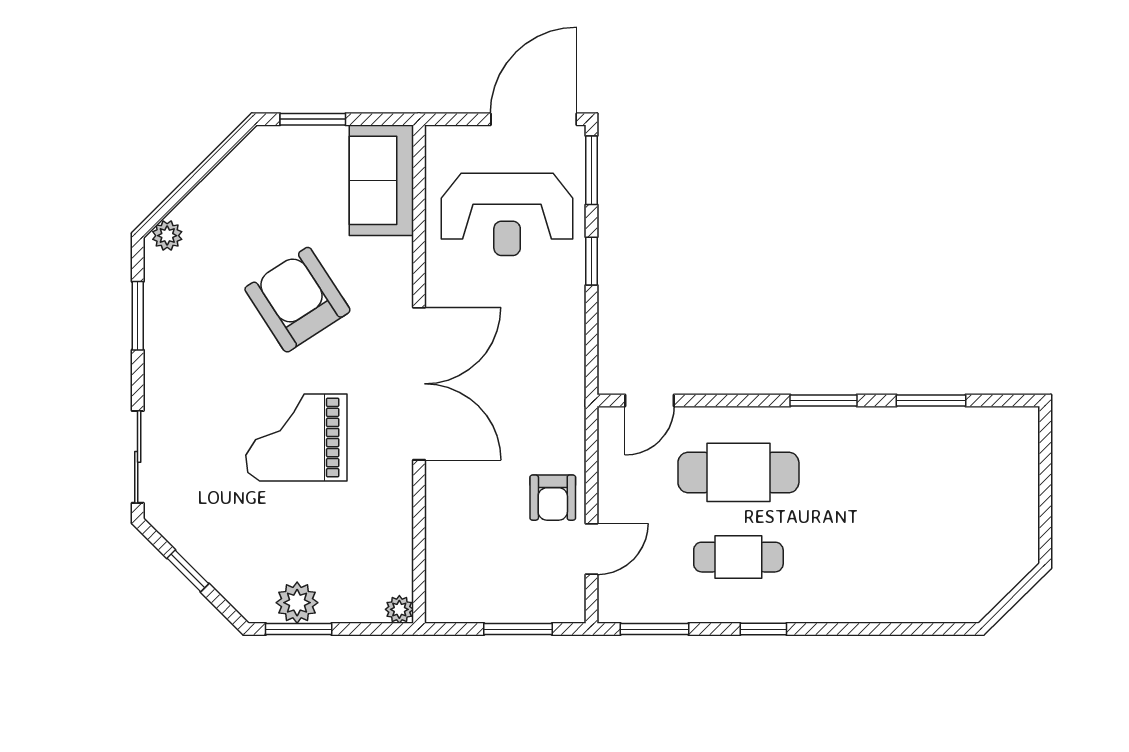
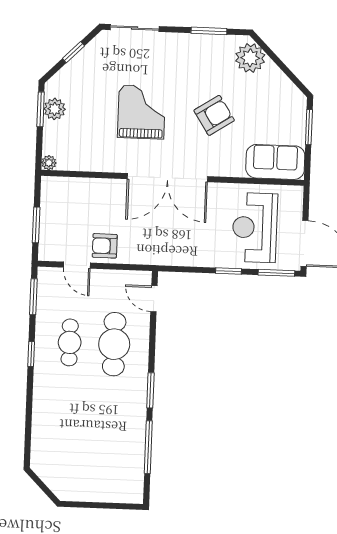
plant: (167, 236) -> (250, 58), width x1.87, depth x1.87
armchair: (297, 300) -> (214, 115), width x0.73, depth x0.73
window: (931, 400) -> (148, 447), width x1.44

